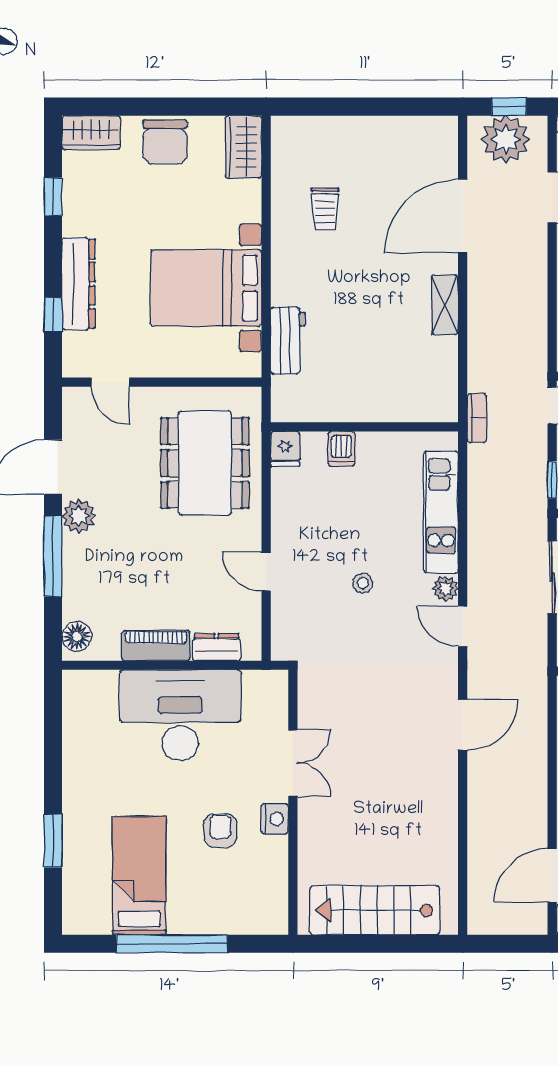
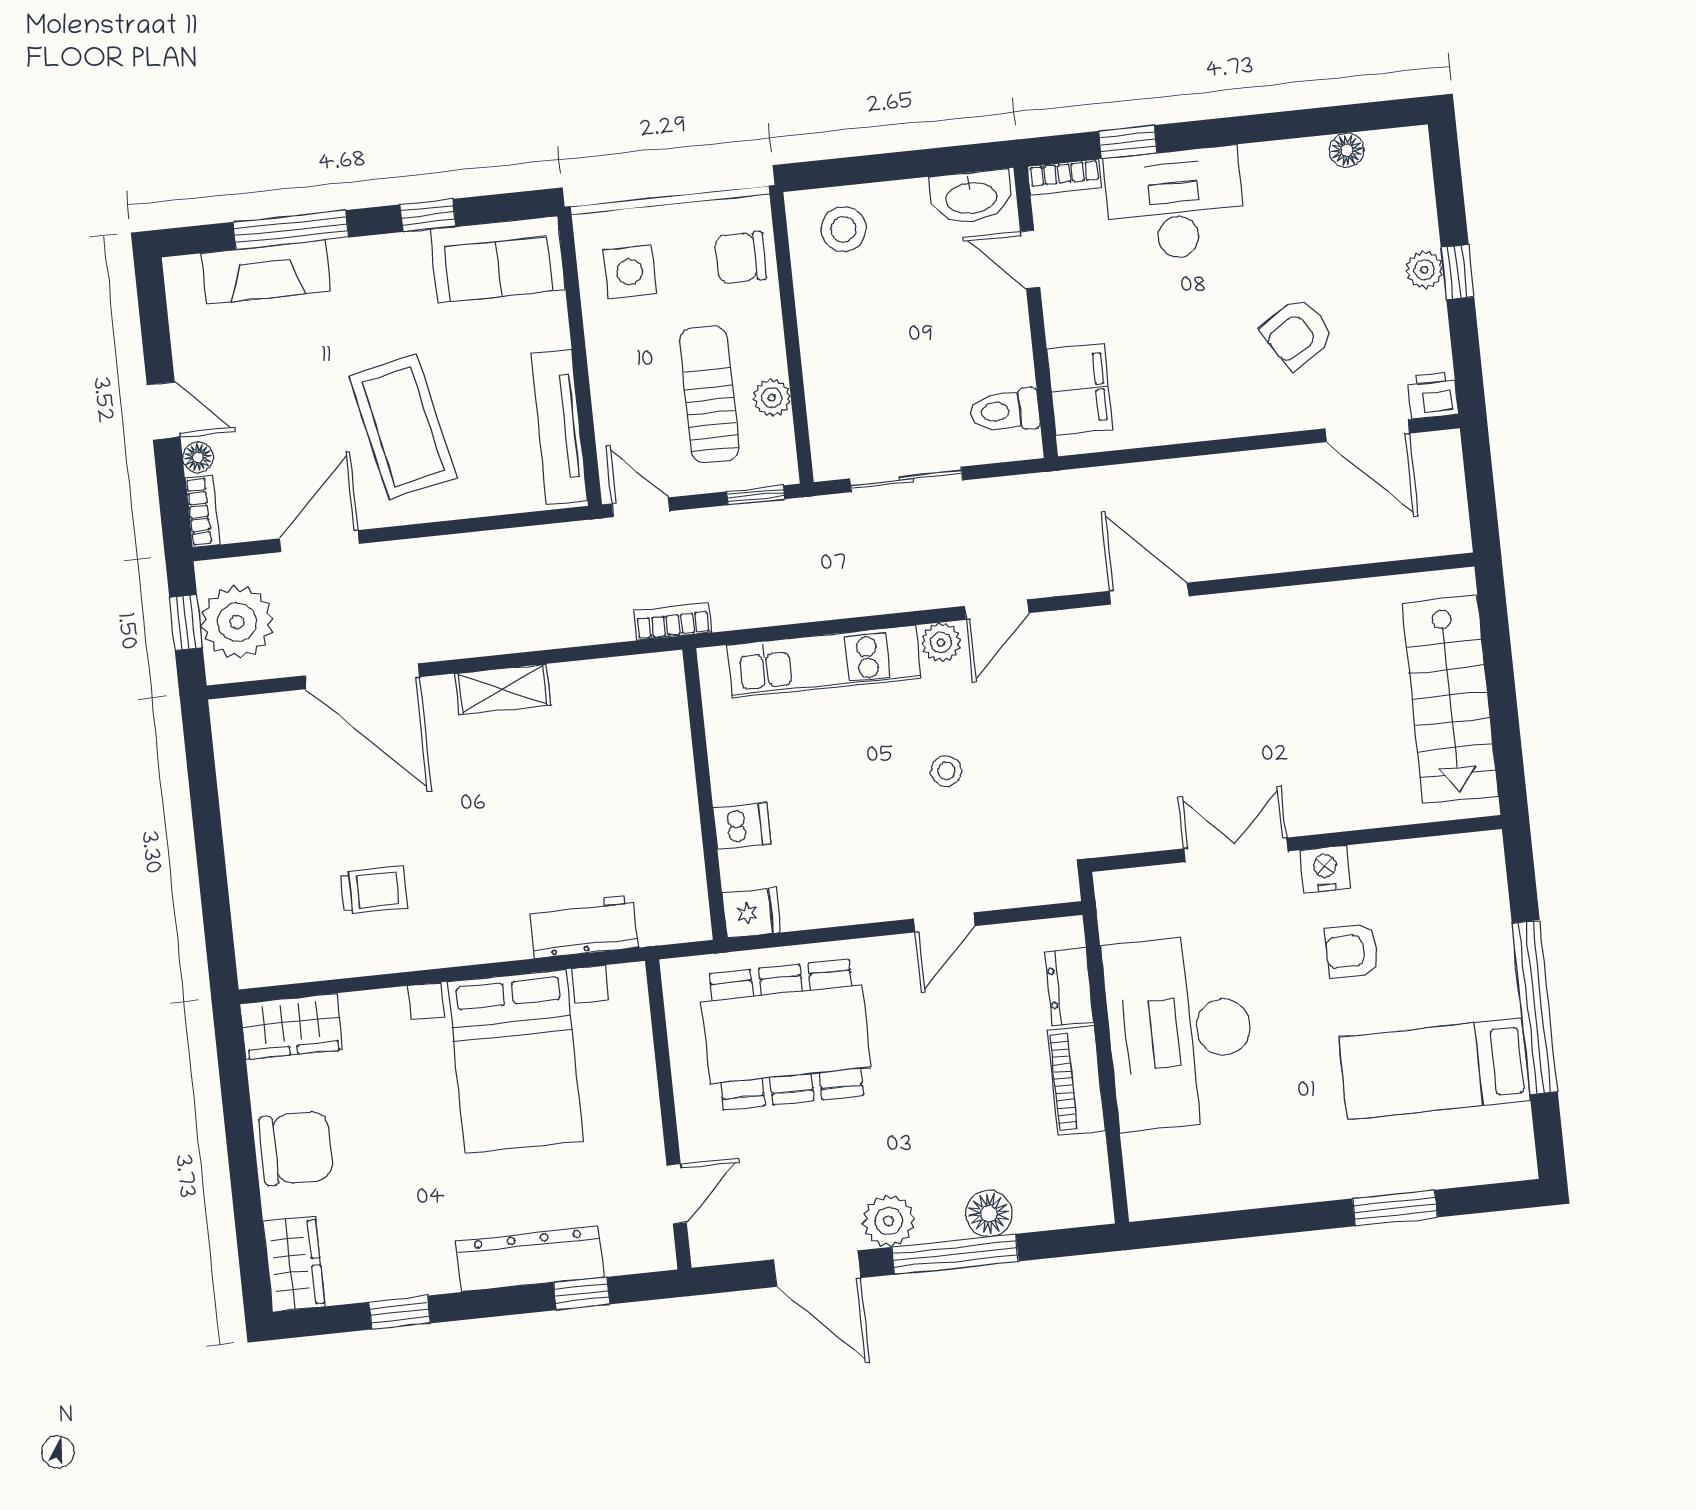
floor lamp: (77, 637) -> (989, 1214), moved

